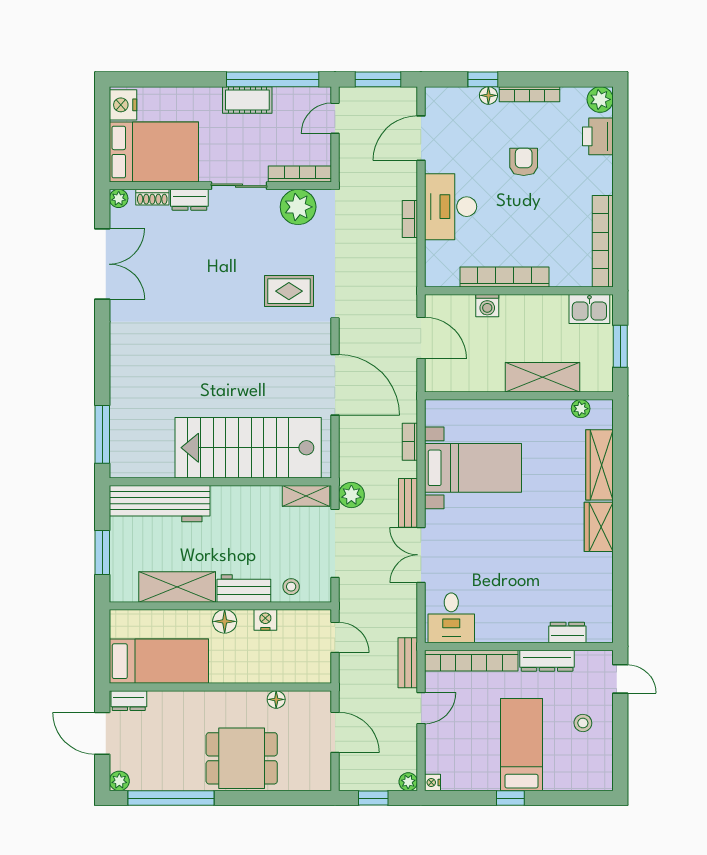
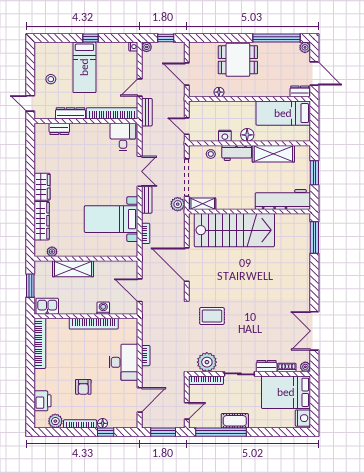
plant: (600, 99) -> (55, 421), moved

